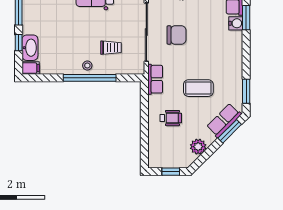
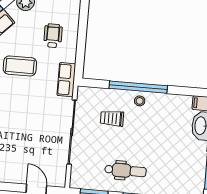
chair: (177, 35) -> (39, 126), removed
wheelchair: (171, 118) -> (53, 36), turned 90

